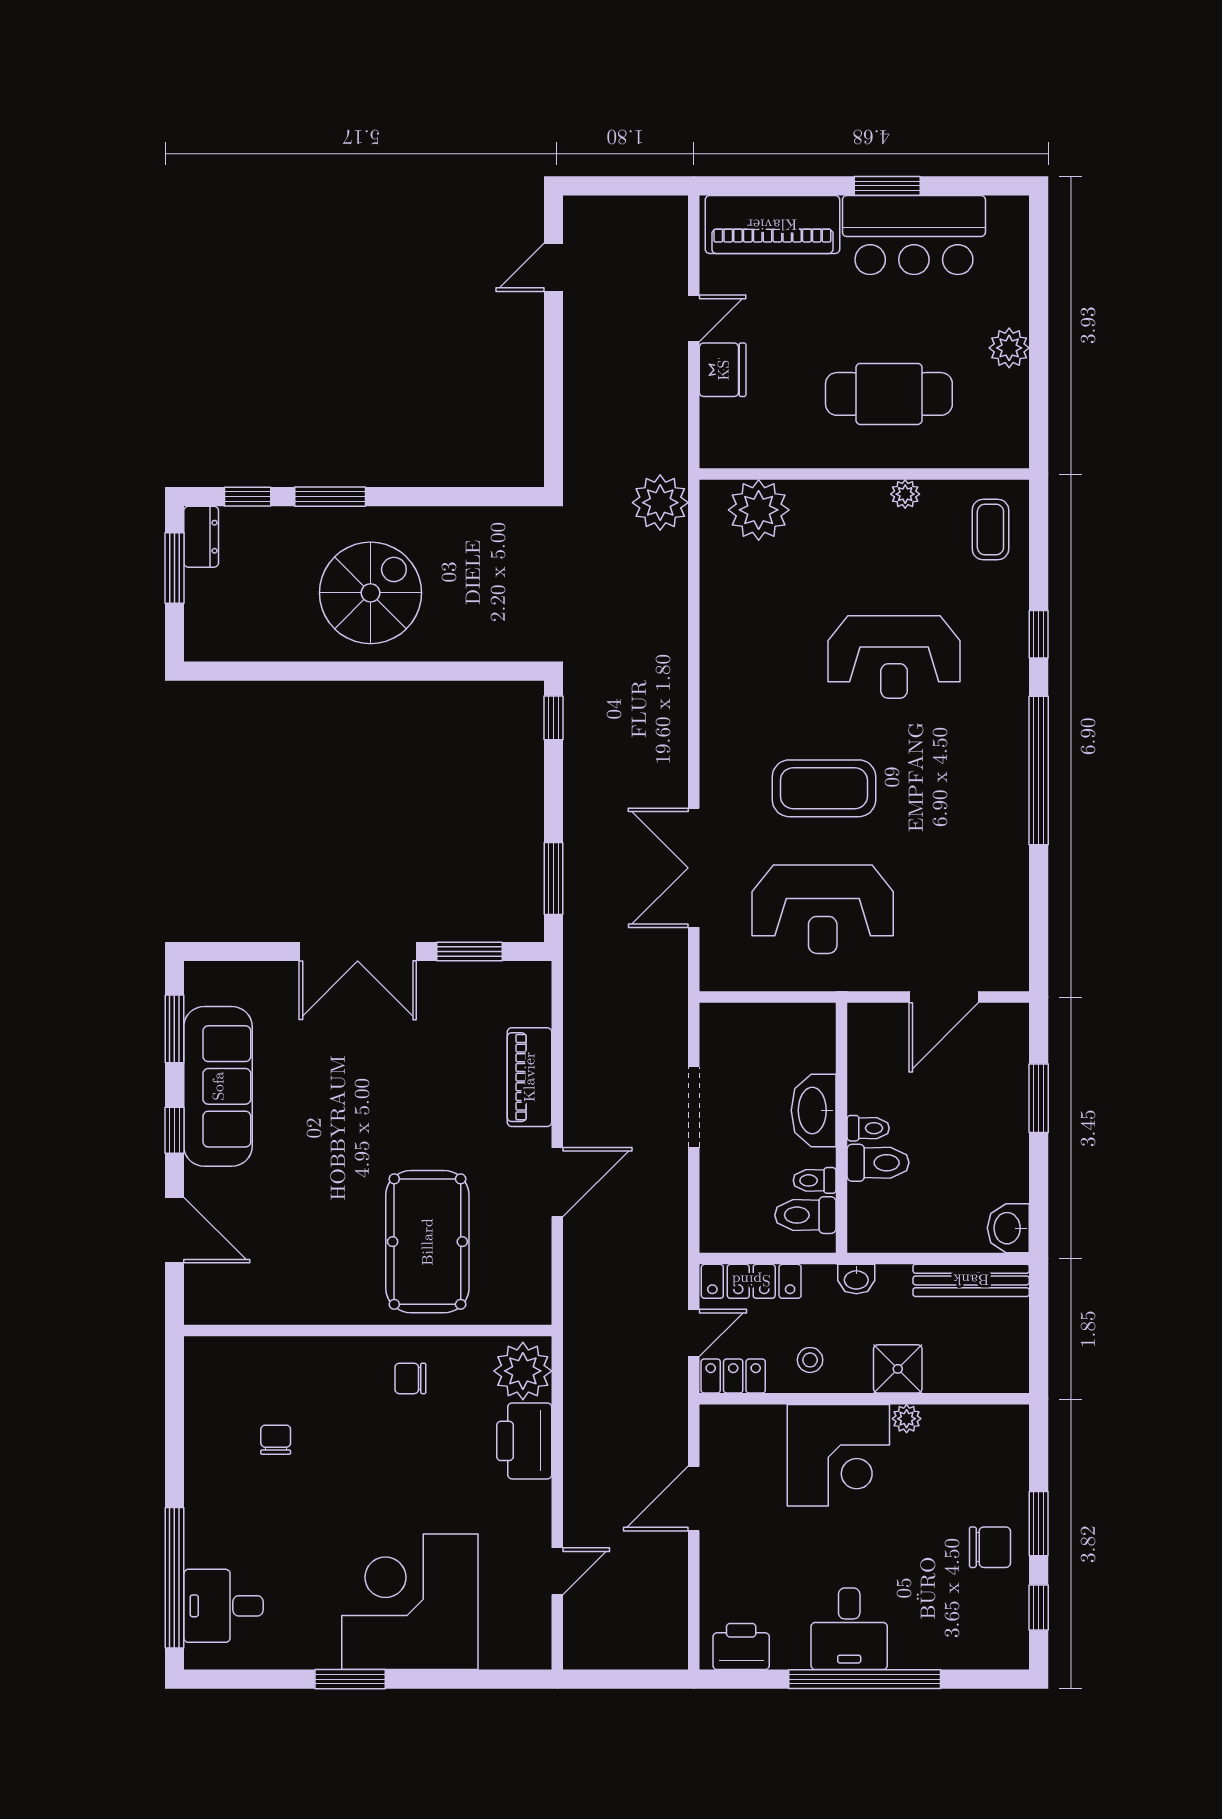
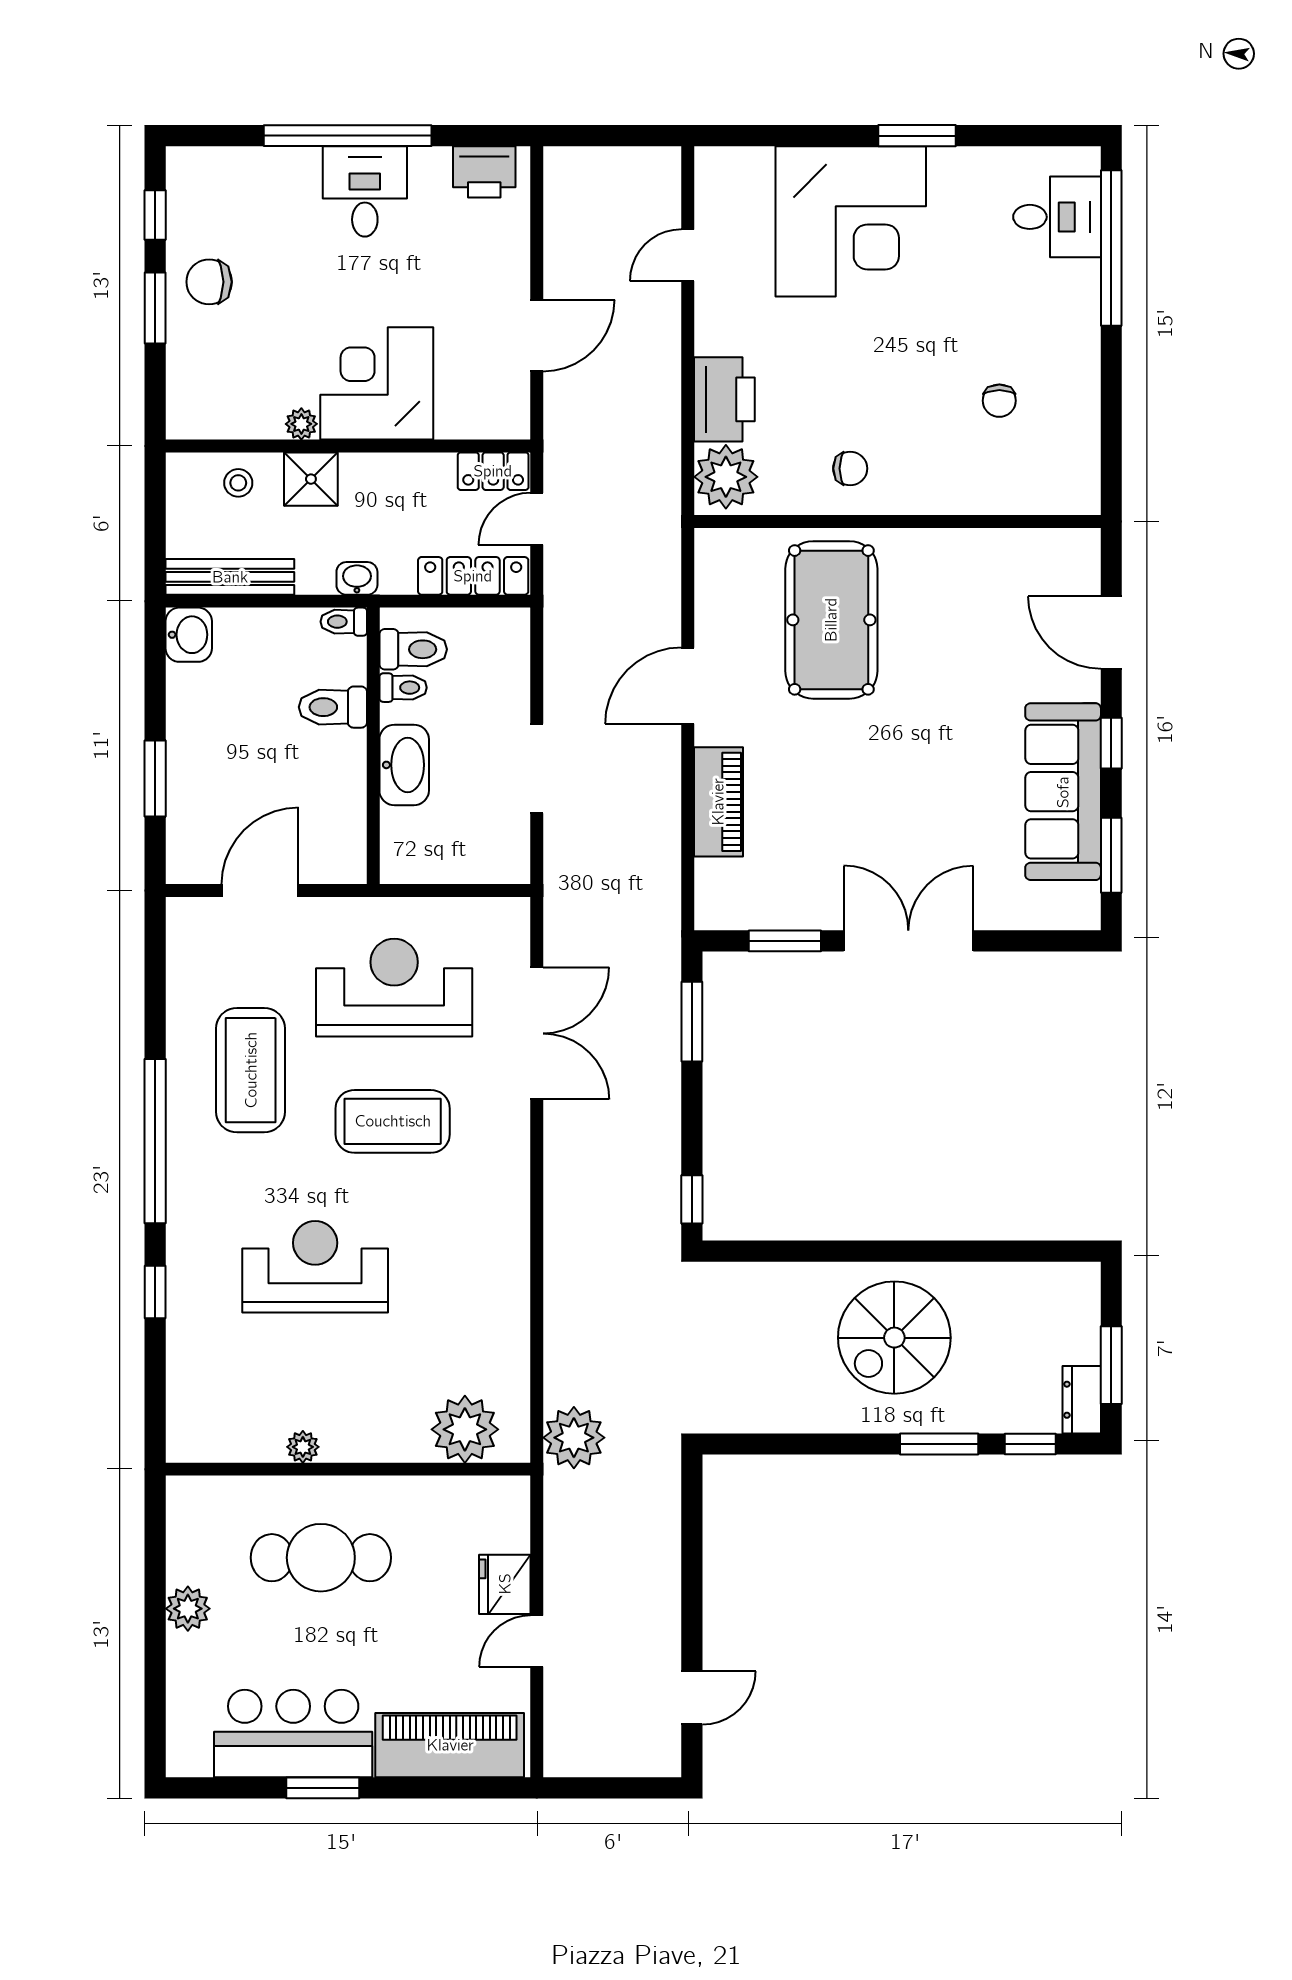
coffee table: (990, 530) -> (251, 1070), moved, width x1.86, depth x1.72
toilet: (868, 1128) -> (344, 622), moved
stool: (810, 1360) -> (238, 483), moved

